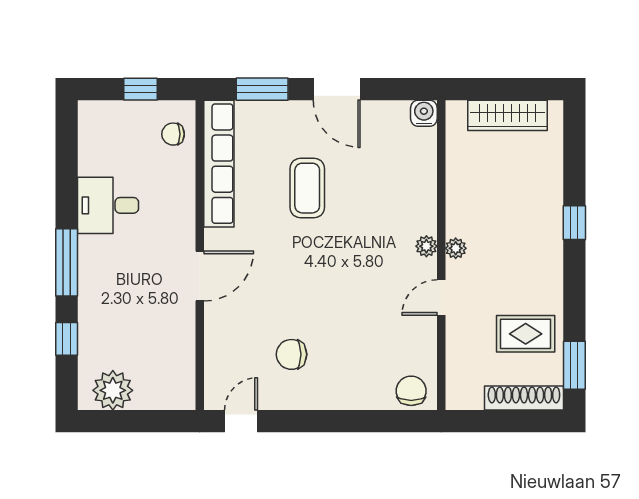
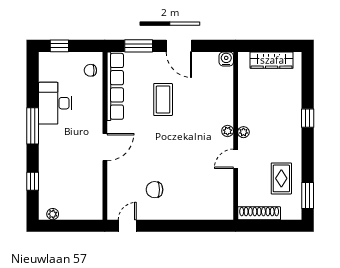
window: (141, 89) -> (59, 46), moved
desk: (108, 205) -> (55, 103), width x1.37
window: (67, 262) -> (33, 126), moved
rug: (526, 334) -> (281, 178), turned 90
plant: (113, 390) -> (53, 214), width x0.53, depth x0.53
chair: (411, 391) -> (219, 209), removed
shoe rack: (524, 398) -> (259, 213), moved

